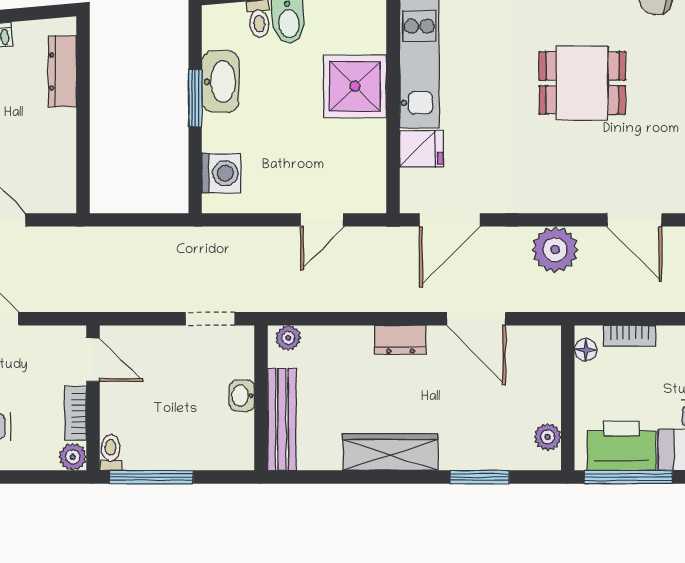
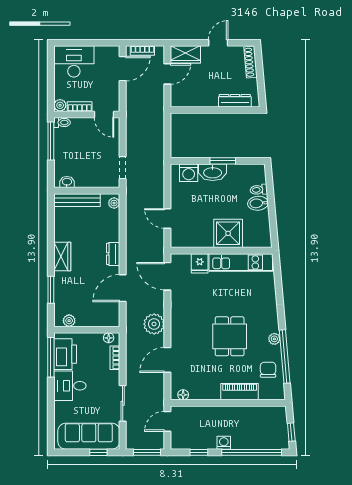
washbasin: (220, 82) -> (213, 172), moved
door: (93, 360) -> (104, 114), hinge flipped
washbasin: (242, 396) -> (67, 182), moved
wardrobe: (390, 452) -> (62, 256), width x0.67

